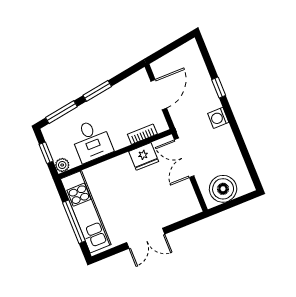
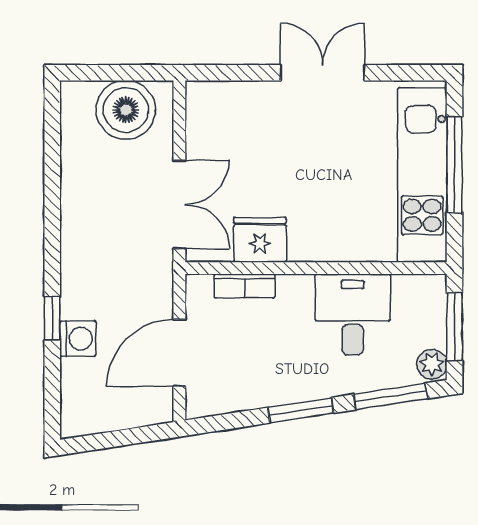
washing machine: (218, 118) -> (78, 339), moved
window: (46, 153) -> (454, 327), width x1.50
plant: (62, 165) -> (432, 364), moved

